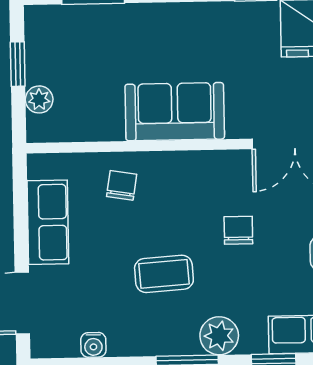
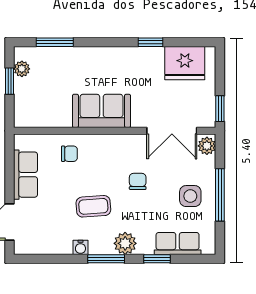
plant: (39, 99) -> (22, 69), moved
chair: (122, 185) -> (69, 154), turned 81
water cooler: (93, 345) -> (80, 247), moved

